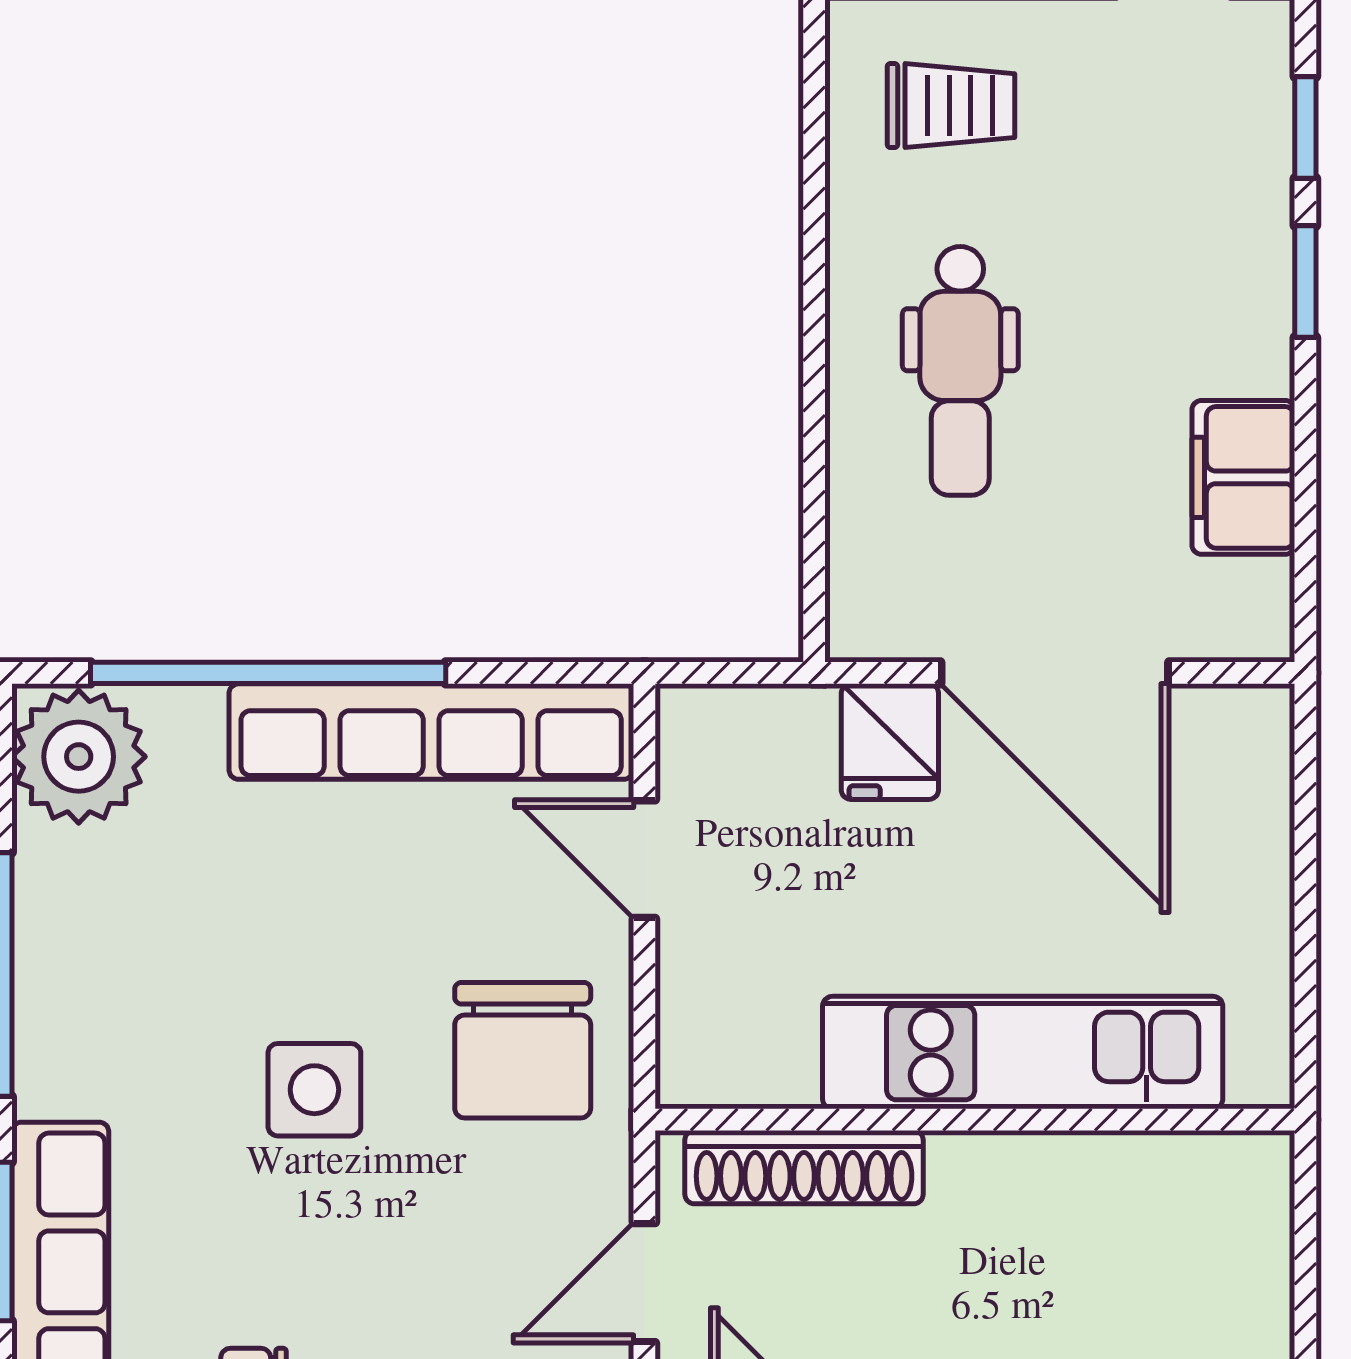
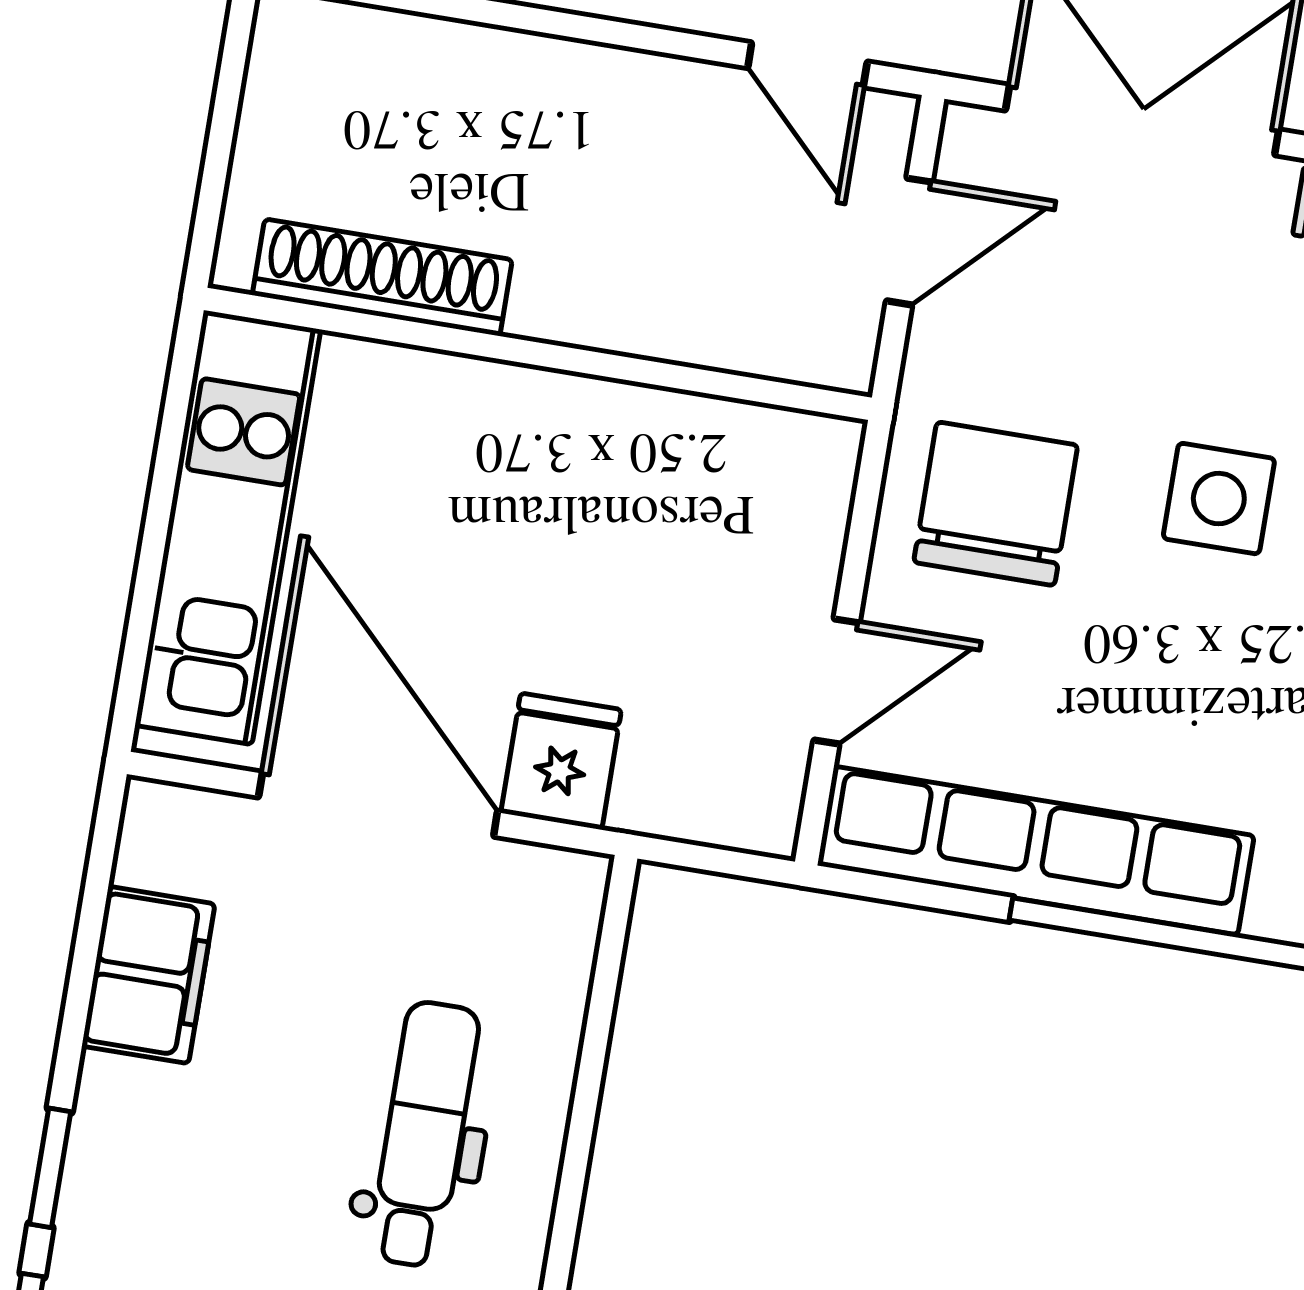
door: (644, 859) -> (836, 681), hinge flipped
kitchen unit: (1023, 1053) -> (228, 527), moved, turned -90
shoe rack: (804, 1167) -> (382, 277), moved

